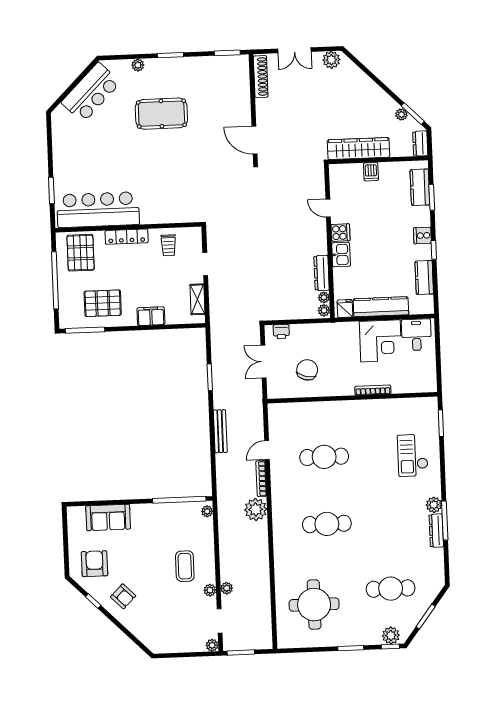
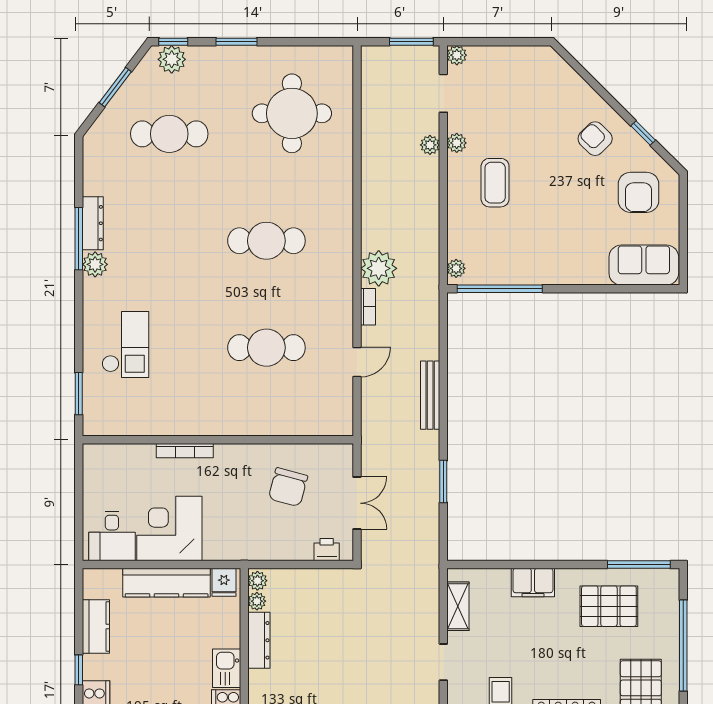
bookcase: (261, 479) -> (368, 307), width x0.64
sofa: (108, 517) -> (644, 265), moved

